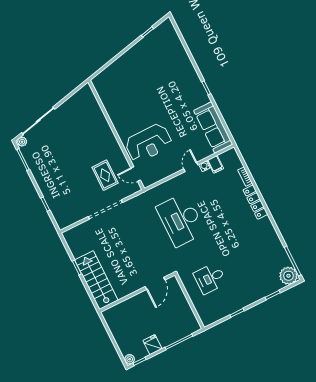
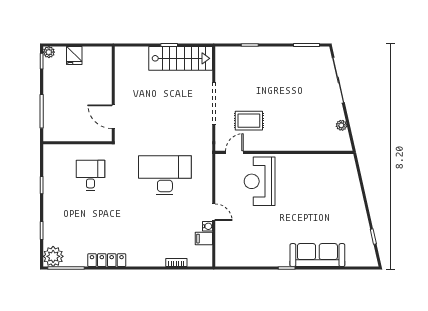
sofa: (213, 127) -> (317, 255), moved
plant: (22, 142) -> (341, 125), moved
locker: (255, 202) -> (107, 260), moved
stairs: (96, 280) -> (181, 58), moved
fridge: (152, 345) -> (74, 55), moved, turned 90

